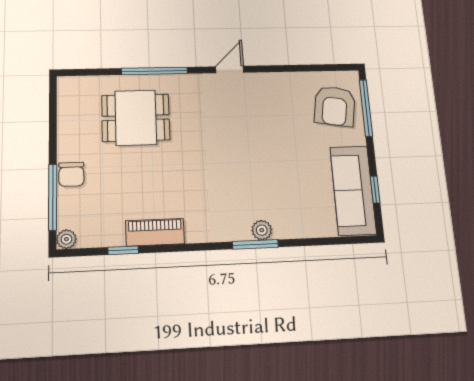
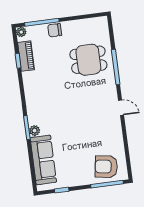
dining table: (136, 118) -> (88, 60), turned 90
sofa: (353, 190) -> (43, 160), moved, turned 90
piano: (155, 232) -> (26, 56), moved

